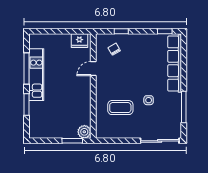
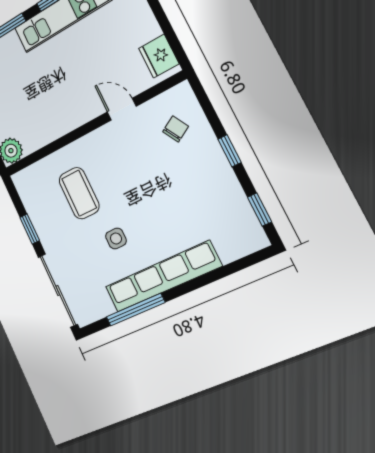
window: (121, 31) -> (230, 151), moved
row of seats: (175, 64) -> (163, 277), moved
window: (125, 141) -> (30, 229), added

